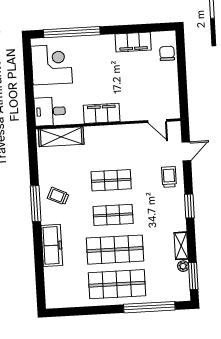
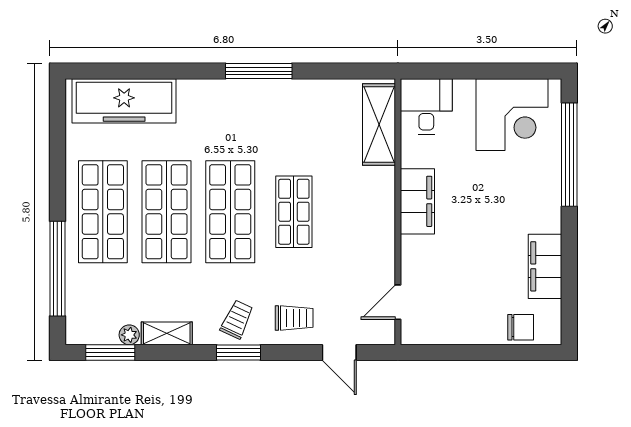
trolley: (58, 196) -> (237, 320), moved
shop shelf: (113, 215) -> (230, 212), width x1.43, depth x1.36
freezer: (52, 245) -> (124, 101), moved, width x1.36, depth x1.26

